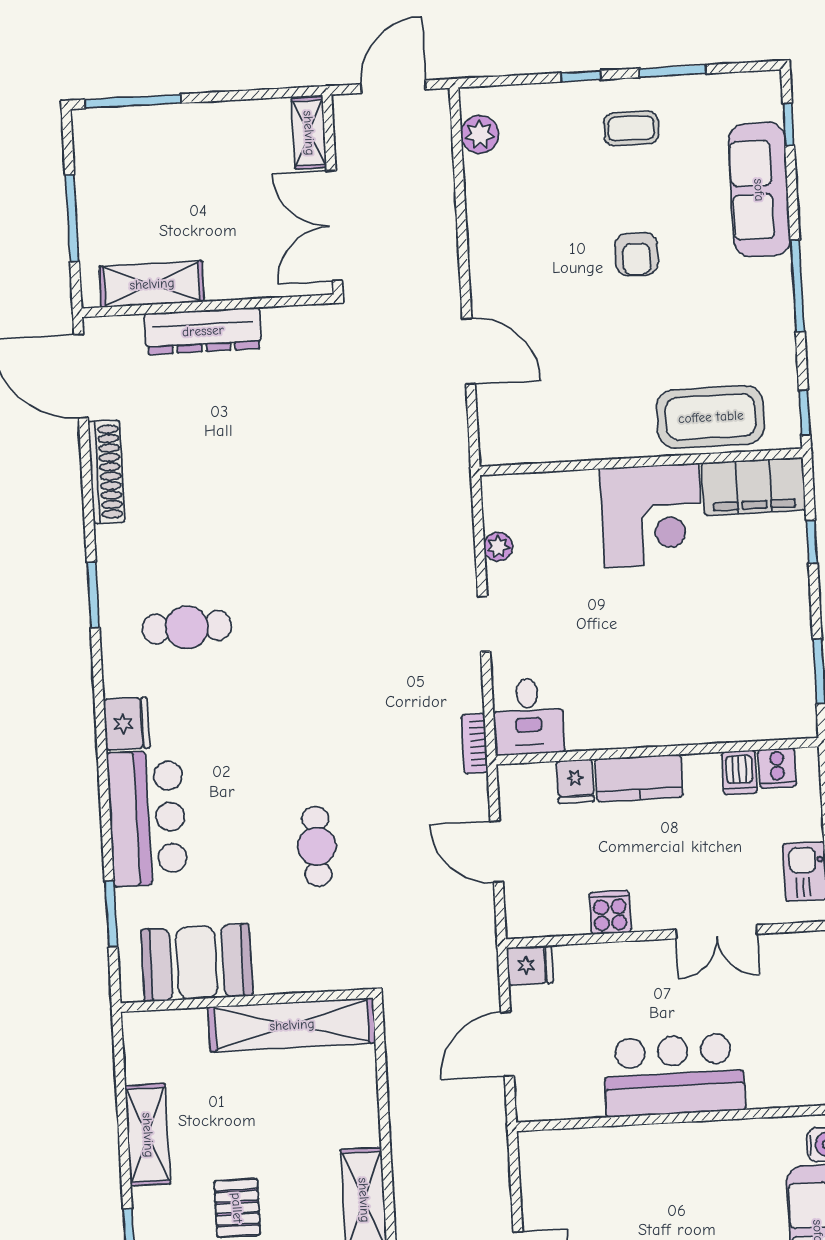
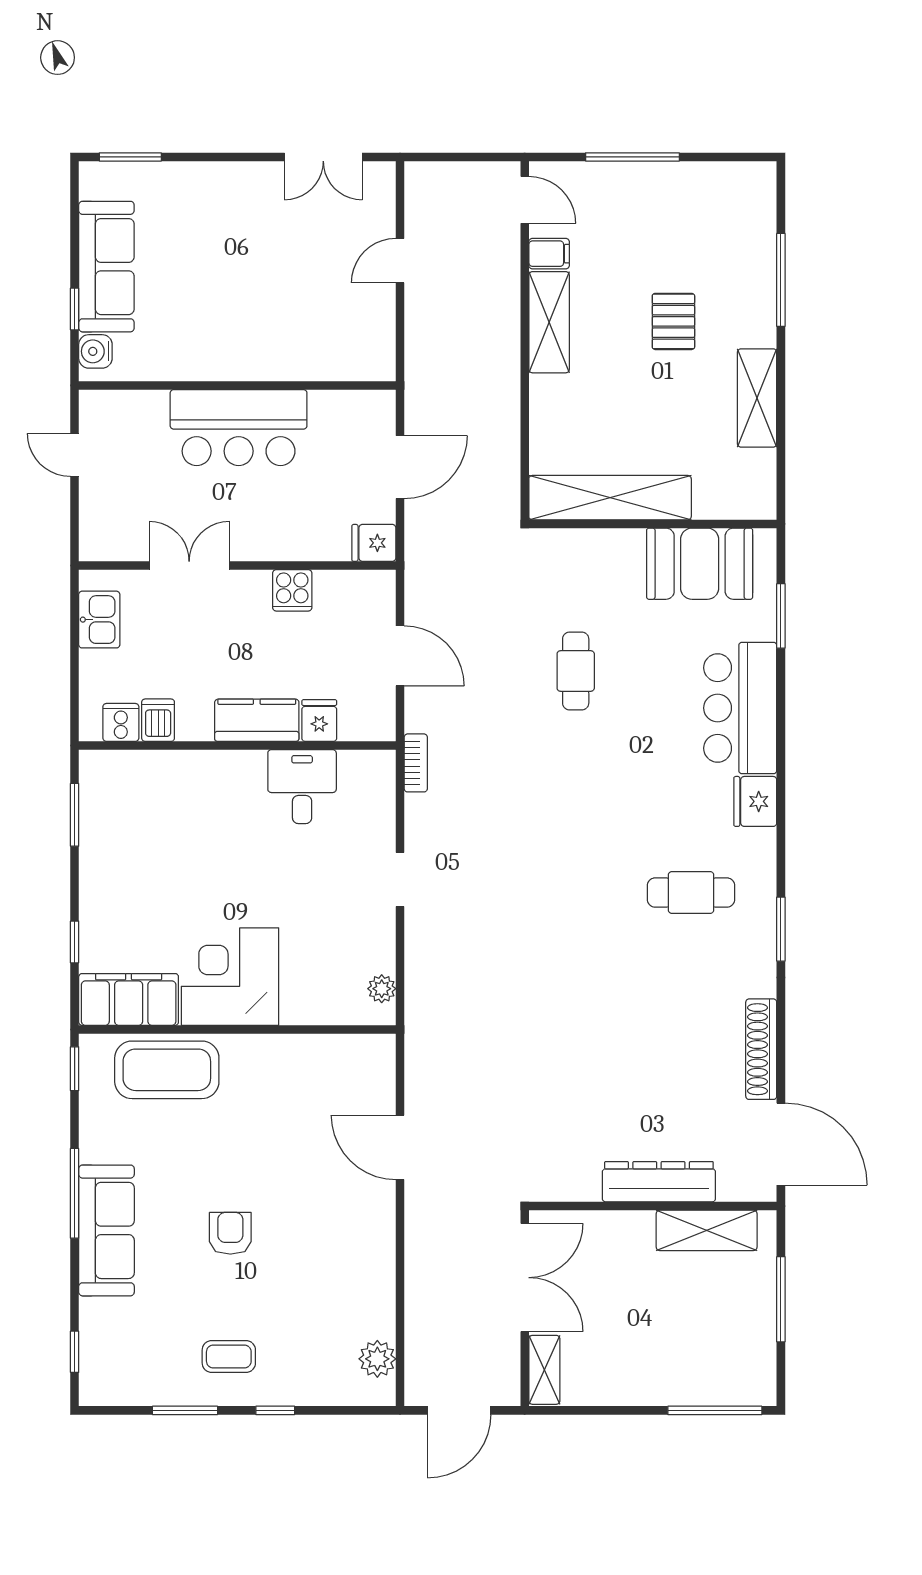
sofa: (759, 190) -> (106, 1230), moved
plant: (498, 547) -> (382, 989), moved
desk: (528, 716) -> (302, 787), moved

